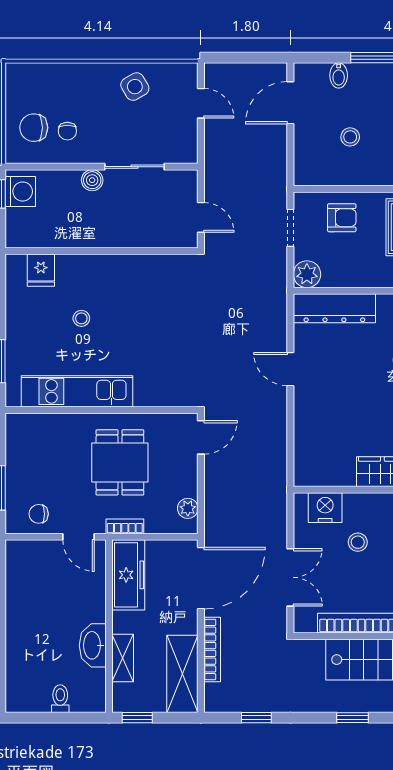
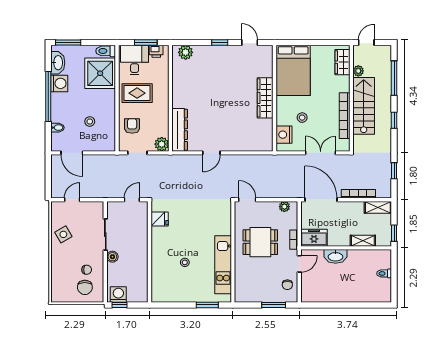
fridge: (41, 270) -> (160, 219), moved
freezer: (128, 575) -> (314, 238), width x0.71
washbasin: (93, 645) -> (335, 256), moved
shelving: (182, 674) -> (378, 207), width x0.67, depth x0.75

